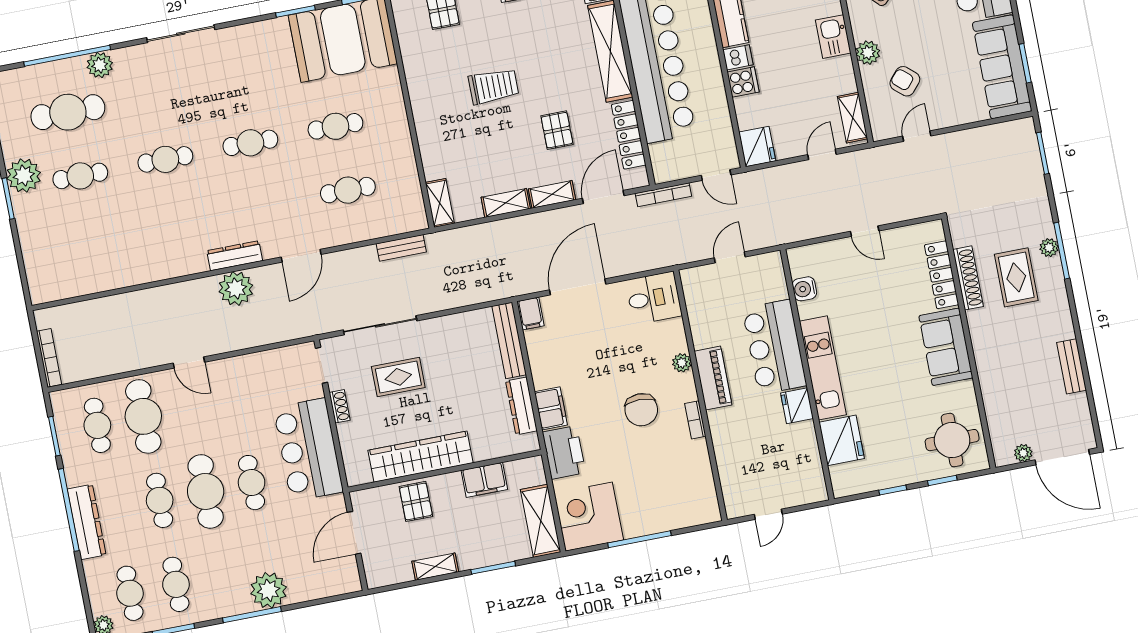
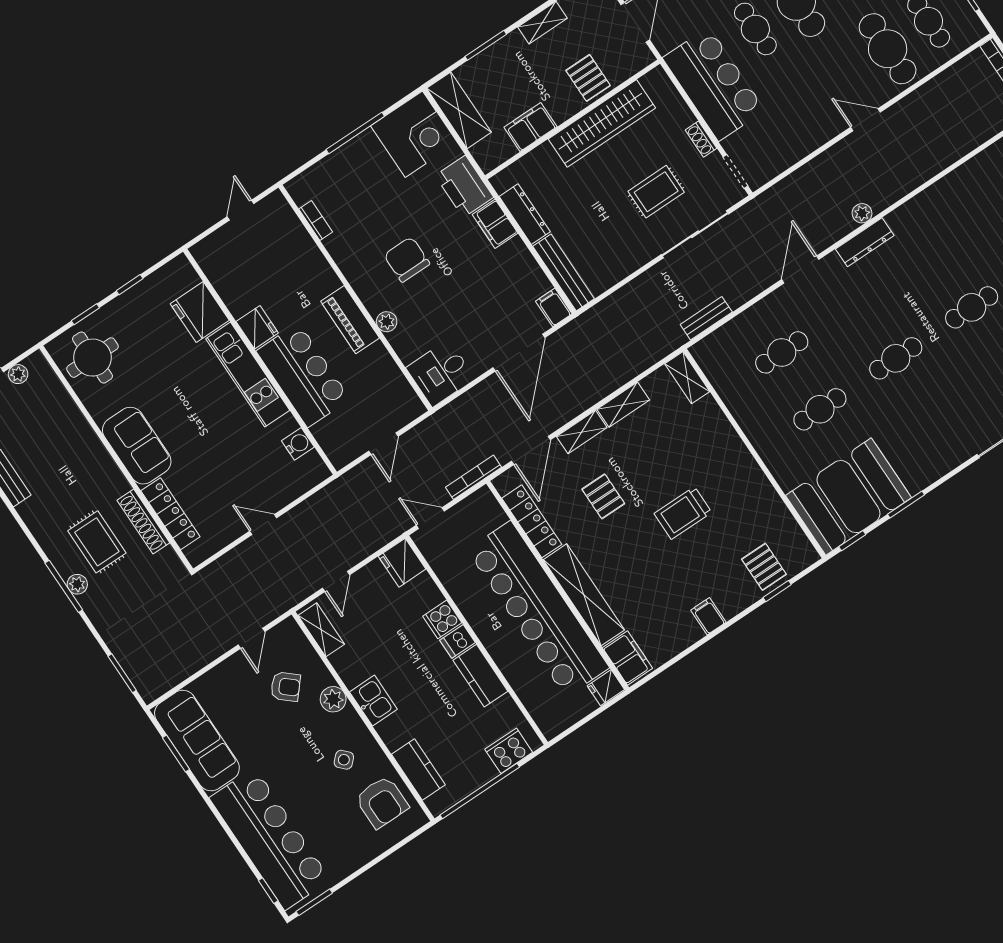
plant: (236, 288) -> (862, 213), width x0.53, depth x0.53
bookcase: (695, 420) -> (316, 221), moved

